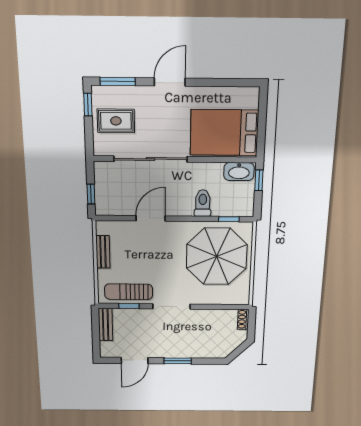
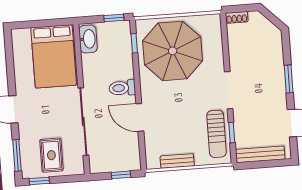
window: (259, 180) -> (114, 18), moved
toilet: (203, 203) -> (122, 88), moved
bench: (106, 324) -> (260, 154), width x1.36

